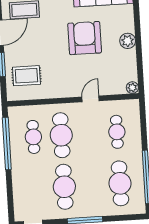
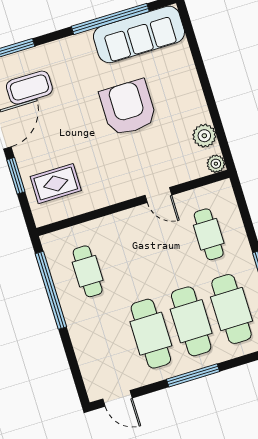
plant: (128, 41) -> (204, 136), moved
door: (91, 99) -> (158, 195), swing flipped
cafe table: (61, 135) -> (191, 321), moved

